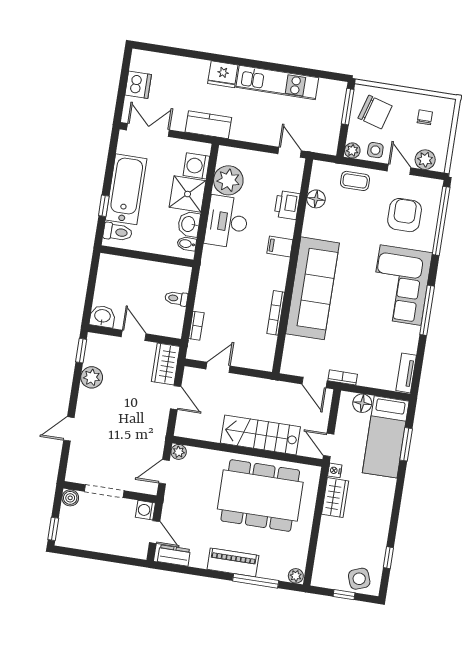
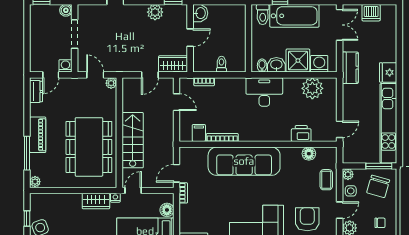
kitchen unit: (277, 82) -> (388, 123), width x1.36
armchair: (405, 215) -> (307, 219), turned -90
desk: (227, 222) -> (264, 92), moved
filing cabinet: (280, 246) -> (199, 133), moved

